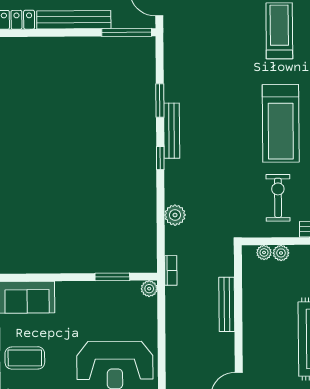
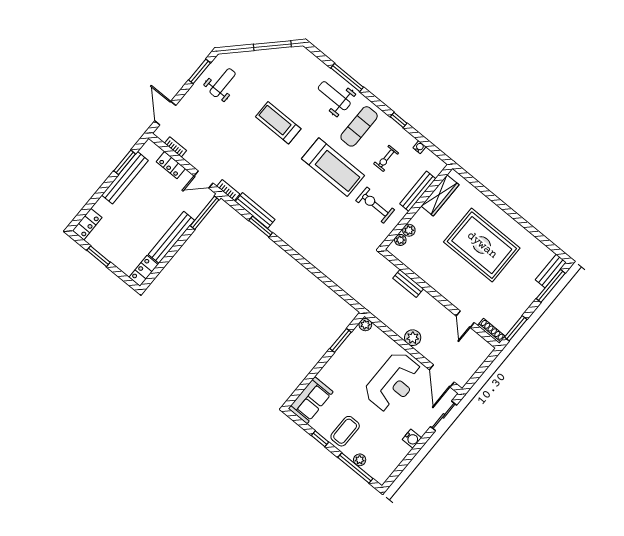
bench: (172, 131) -> (255, 210), moved
window: (160, 158) -> (294, 254), removed
plant: (175, 215) -> (413, 338), moved
bookcase: (171, 270) -> (228, 190), moved
bench: (227, 304) -> (408, 284), width x0.73

